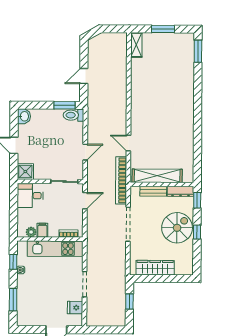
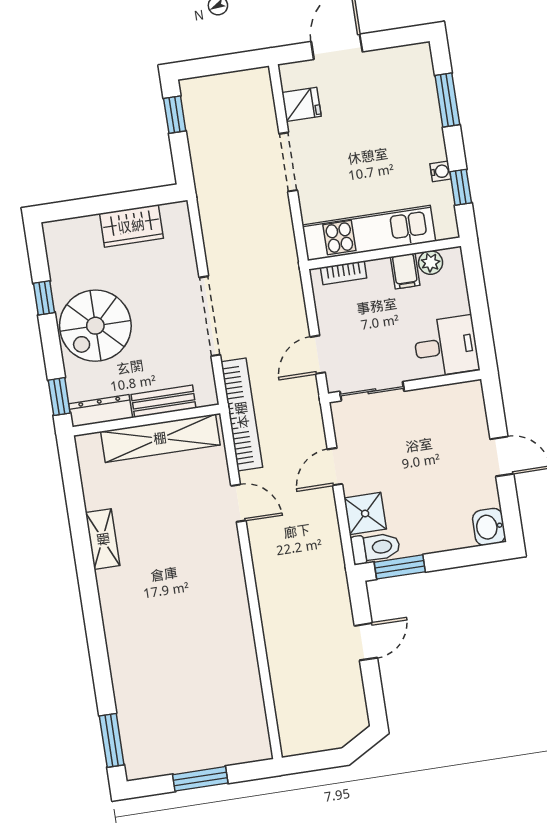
shelving: (136, 45) -> (103, 539), moved
shower: (25, 172) -> (365, 514), moved
window: (197, 232) -> (44, 298), moved
wardrobe: (155, 268) -> (131, 226), width x0.67
window: (129, 302) -> (175, 115), moved

